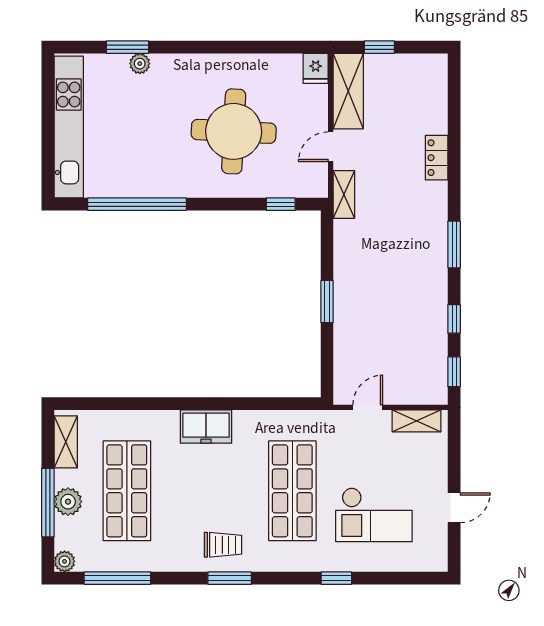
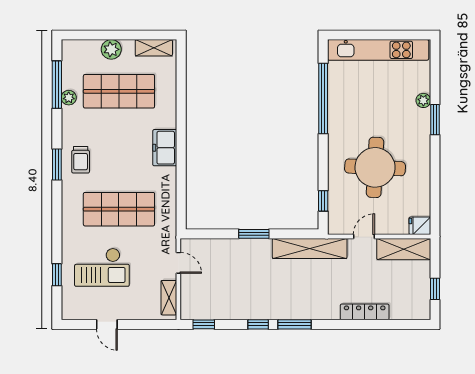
window: (128, 47) -> (435, 120), moved
window: (379, 47) -> (435, 289), moved
door: (331, 147) -> (364, 237), hinge flipped
locker: (437, 158) -> (365, 312), width x1.53
shelving: (344, 195) -> (310, 248), width x2.20, depth x1.33
window: (454, 319) -> (258, 324), moved
window: (48, 503) -> (111, 35), removed
checkout: (374, 515) -> (102, 267), turned -90
plant: (65, 561) -> (69, 98), moved
window: (336, 578) -> (57, 275), moved

